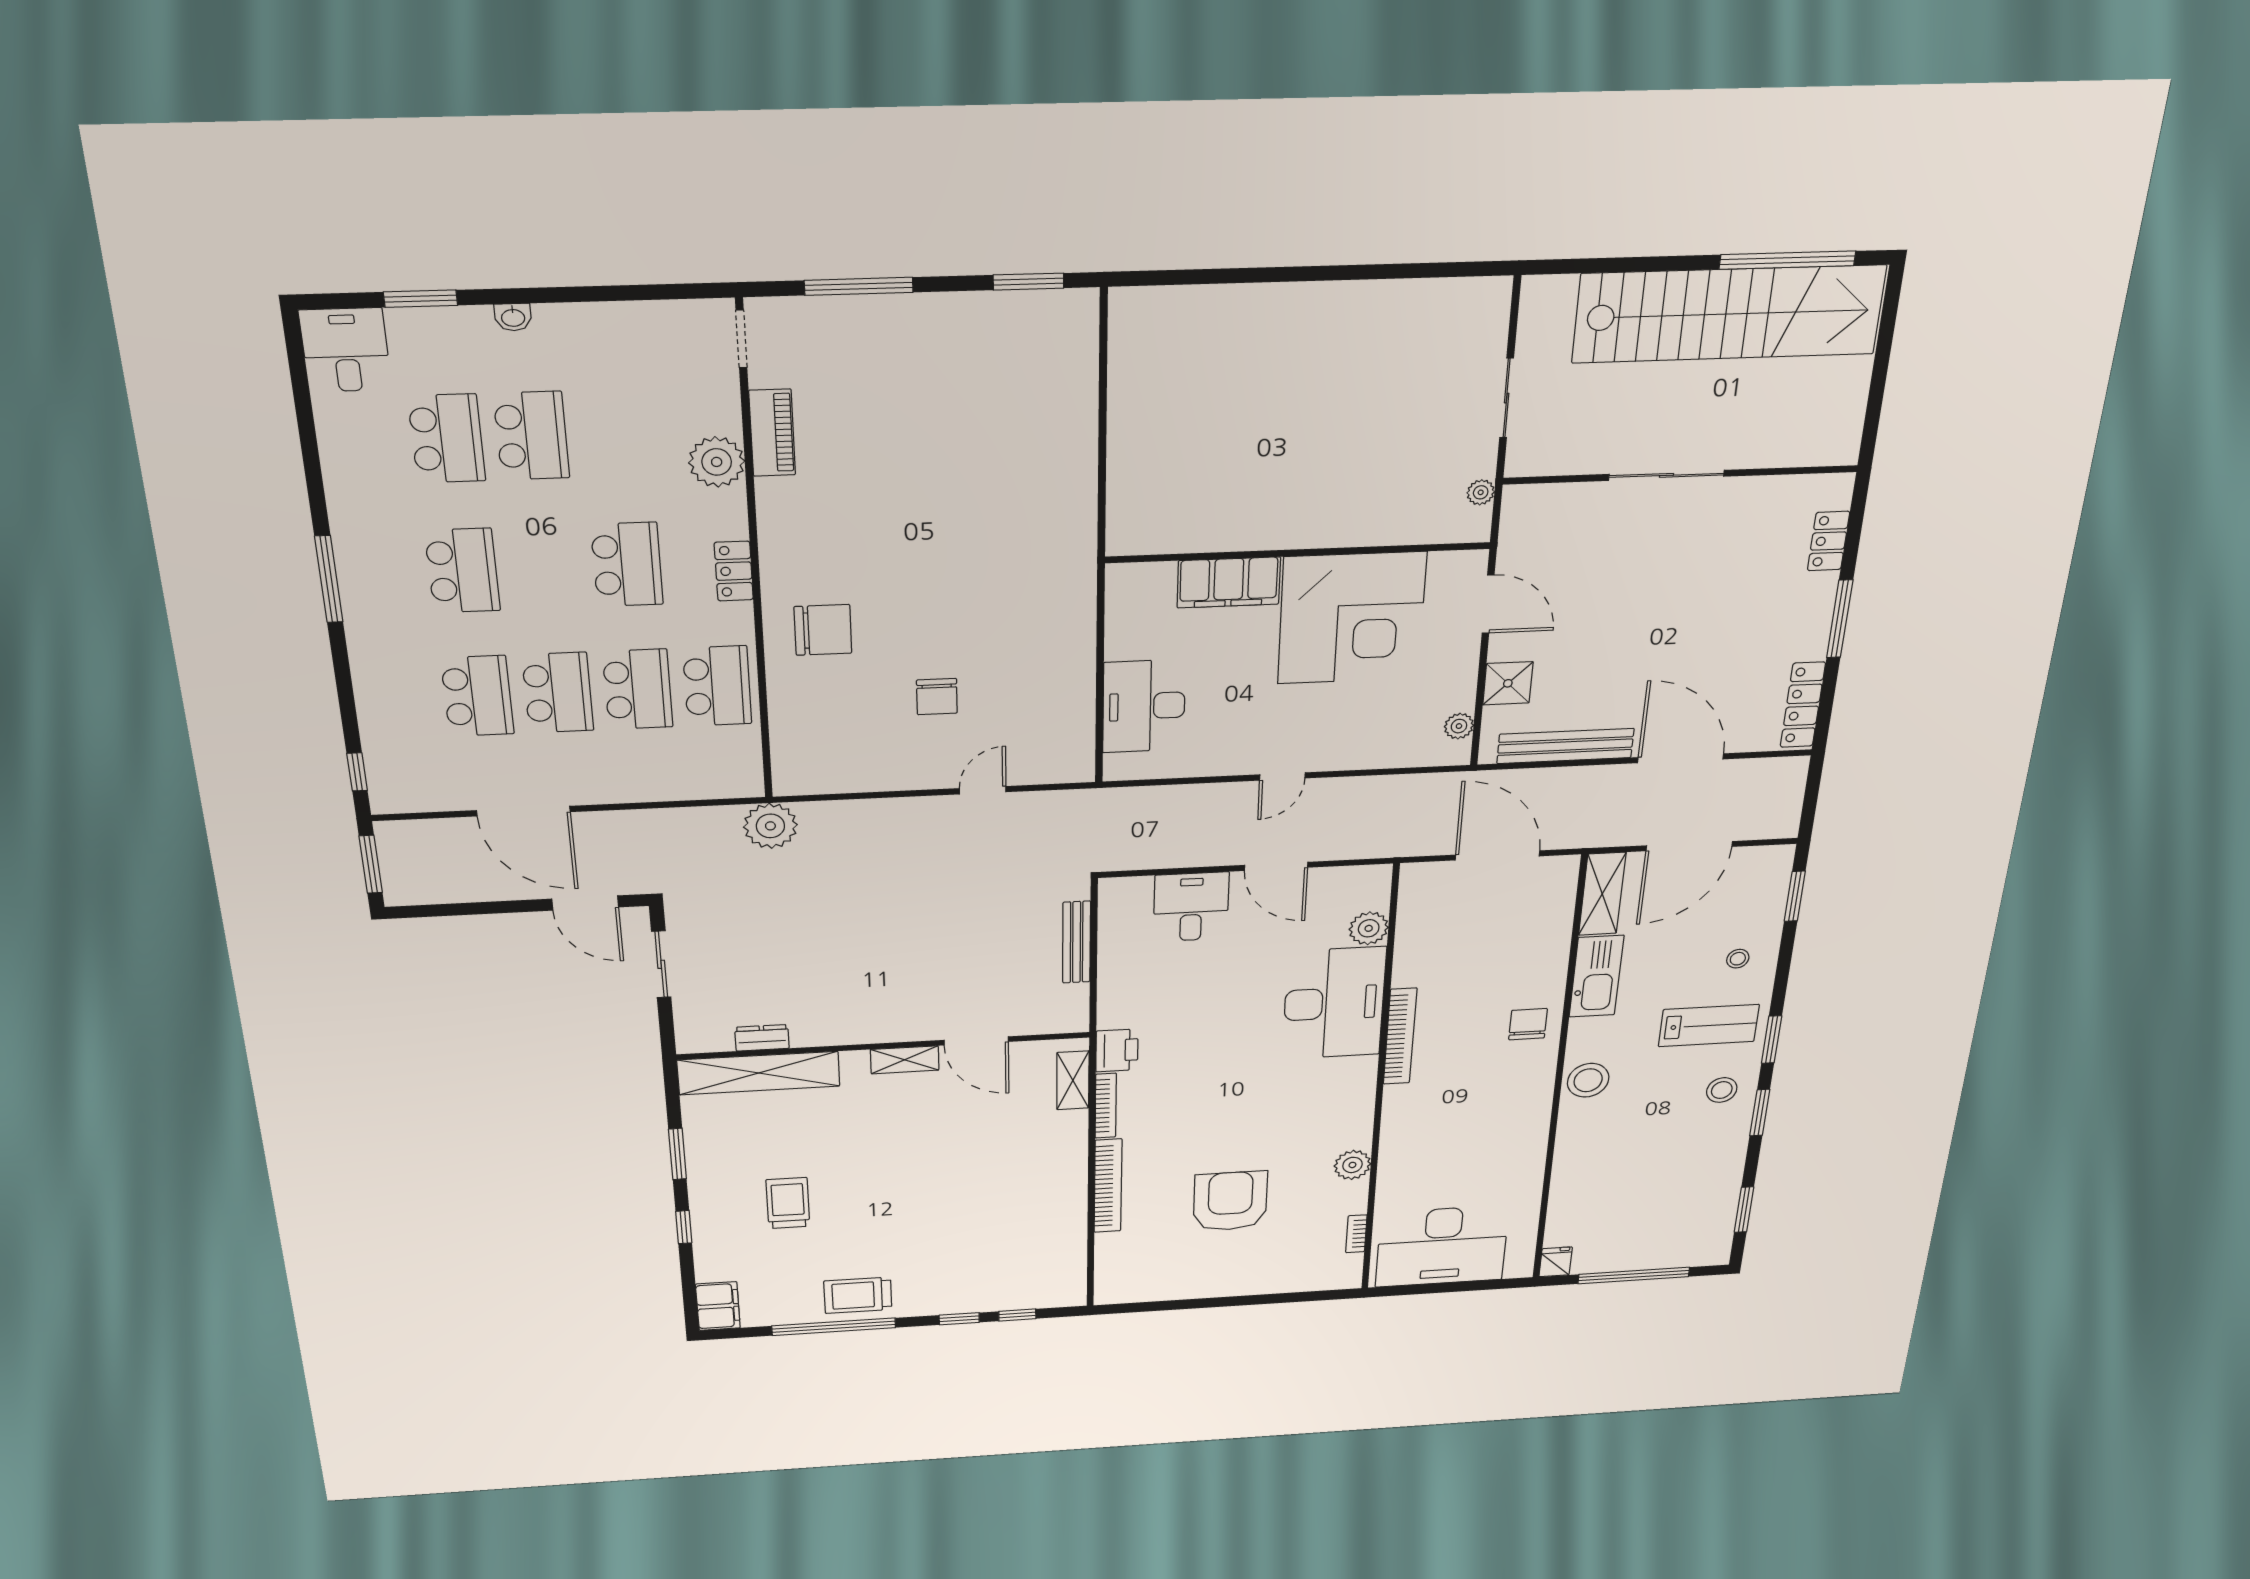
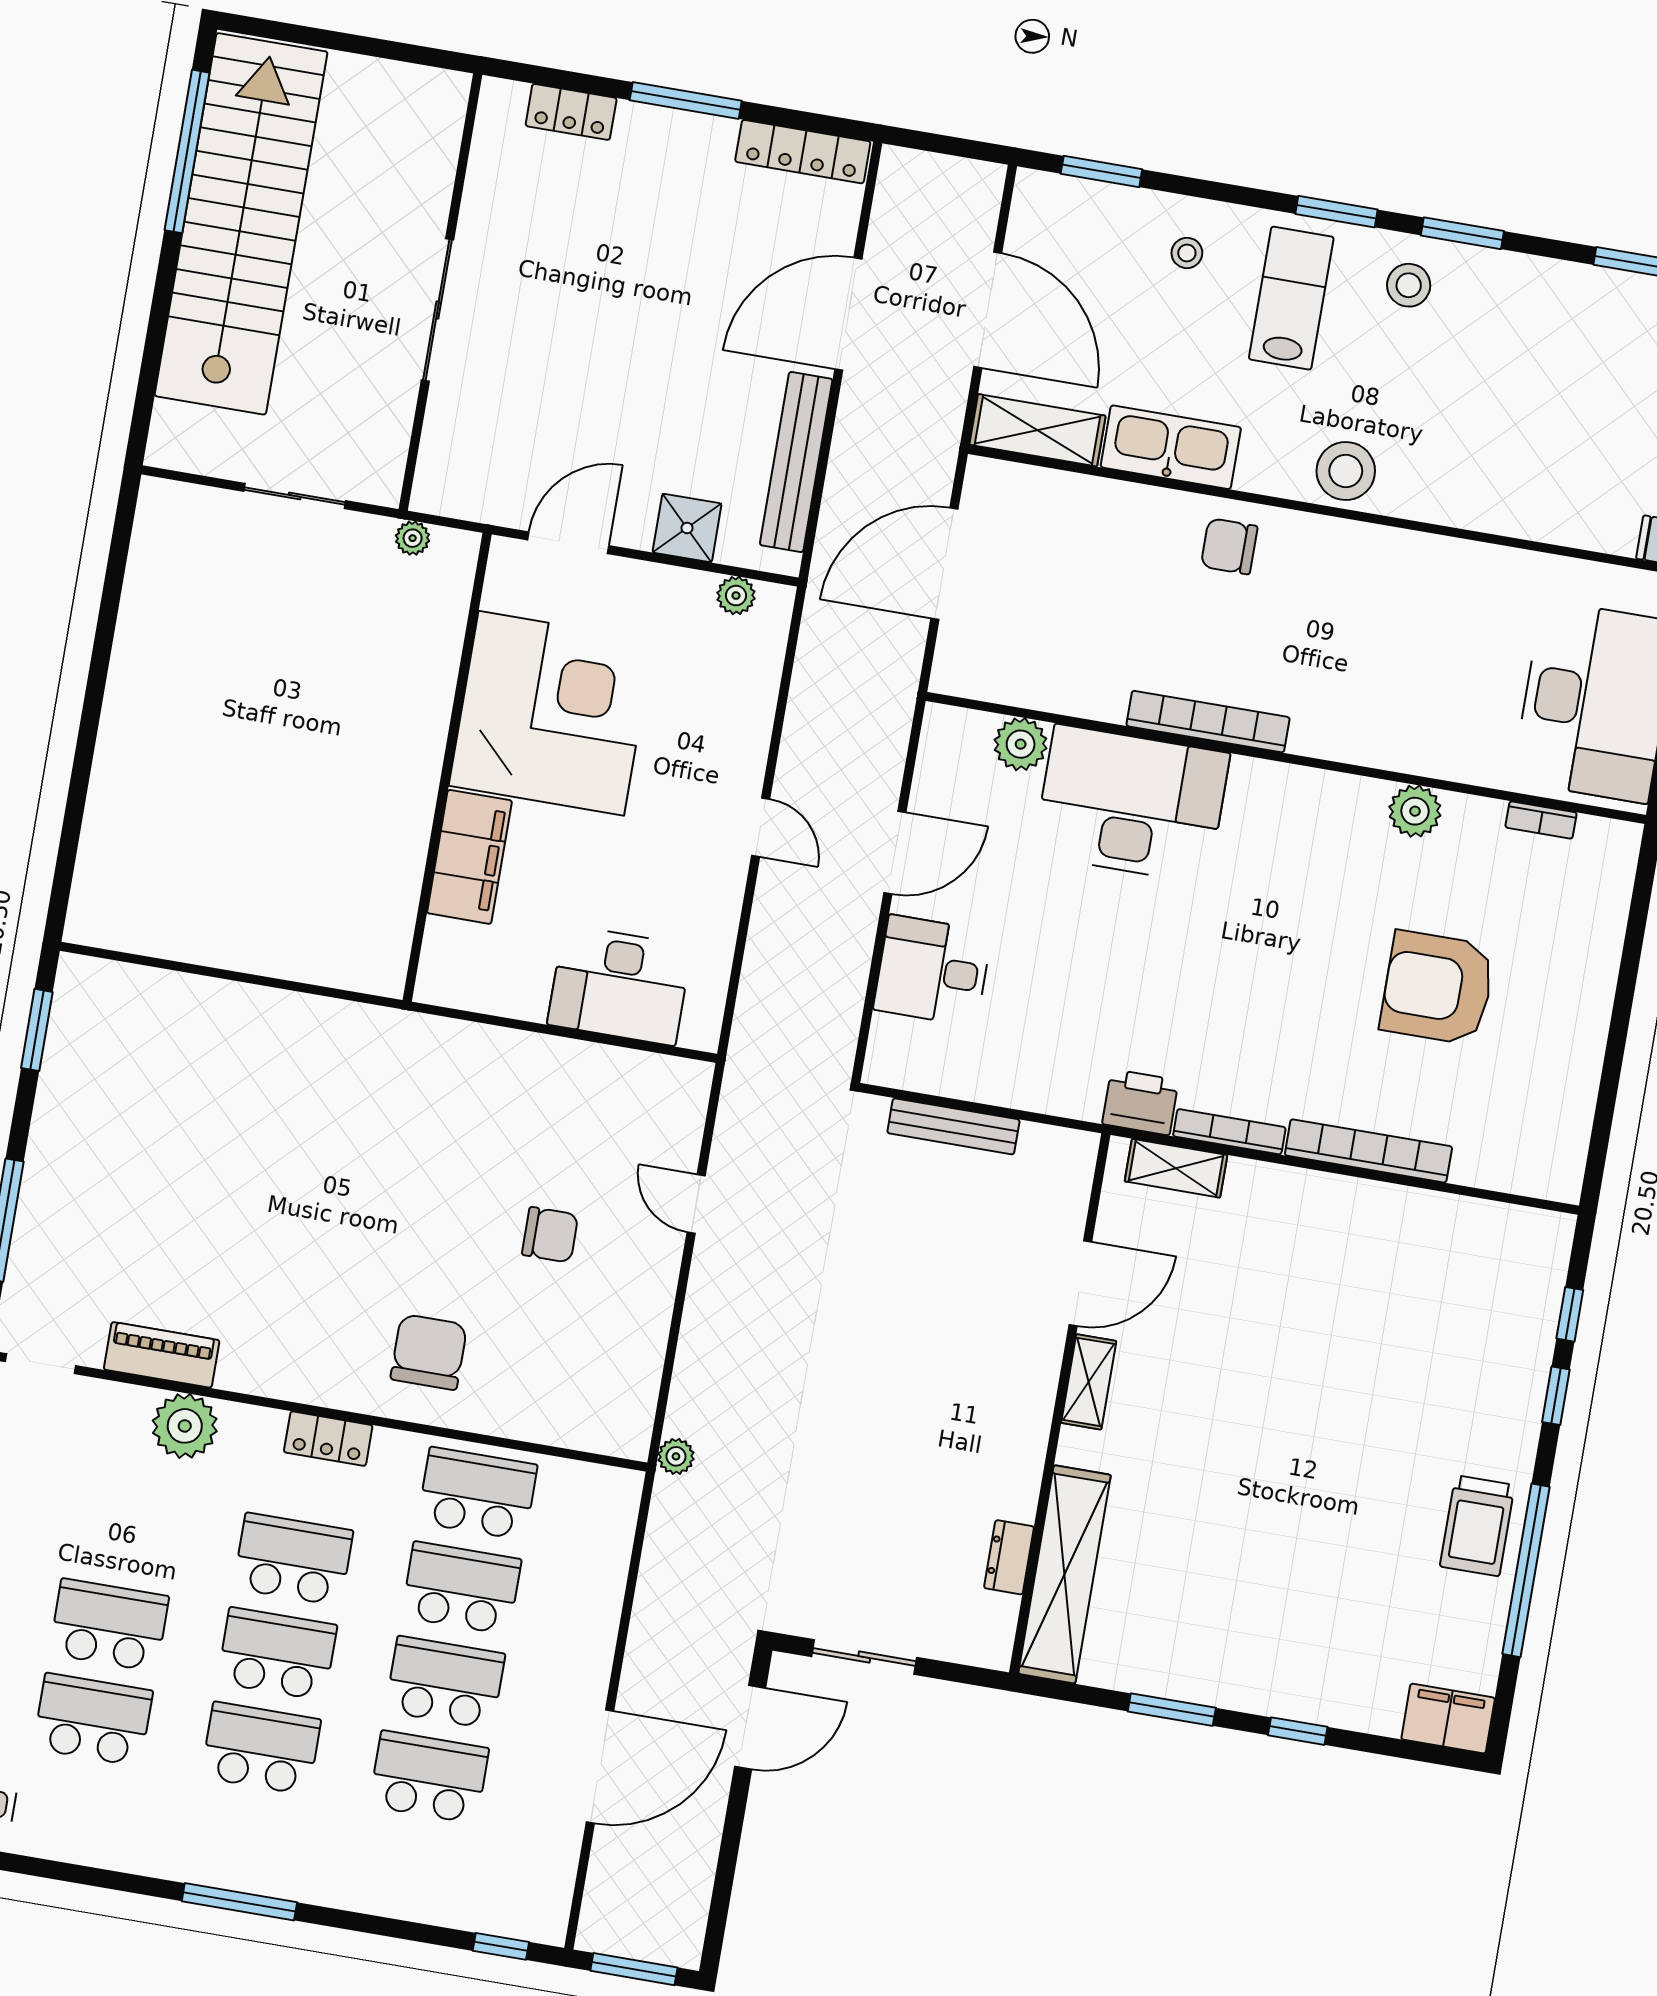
school desk: (545, 568) -> (277, 1654), added
plant: (770, 826) -> (676, 1456), width x0.53, depth x0.53
trolley: (788, 1203) -> (1291, 1585), removed

